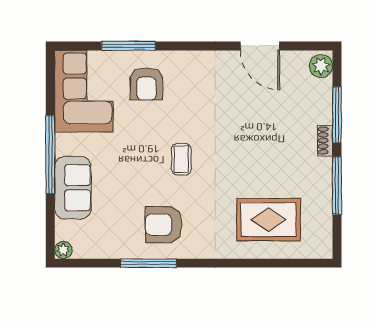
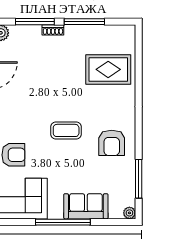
coffee table: (181, 159) -> (66, 130), width x1.36, depth x1.30
rug: (269, 220) -> (108, 69), turned 90
window: (149, 263) -> (139, 179), moved

